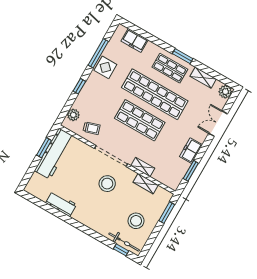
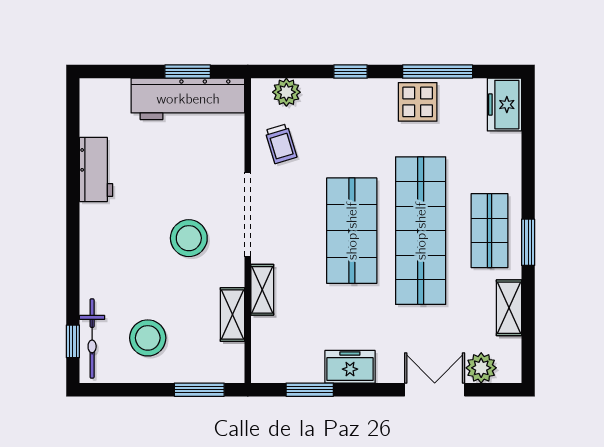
freezer: (135, 40) -> (504, 105), moved
plant: (225, 92) -> (481, 368), moved

